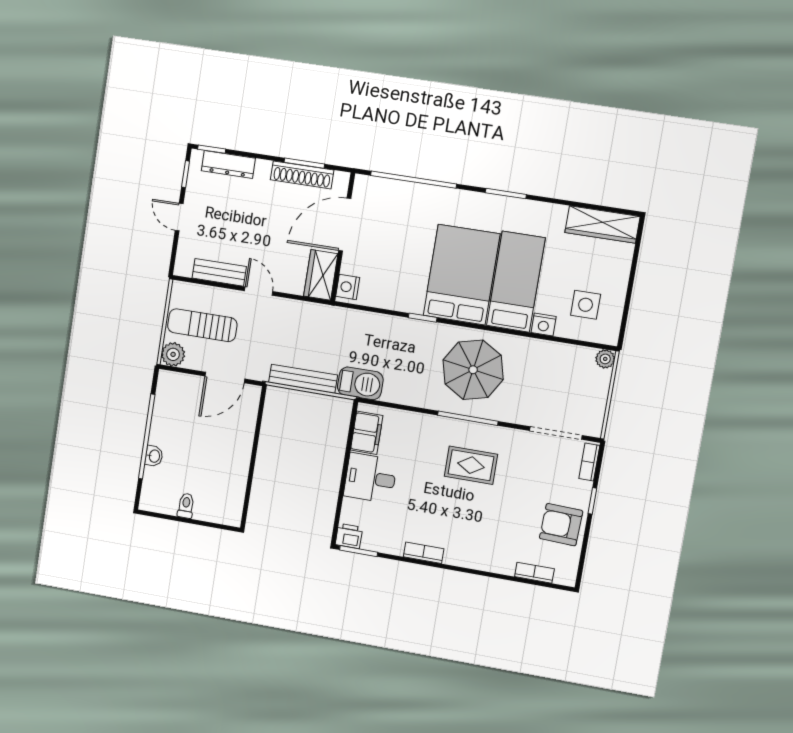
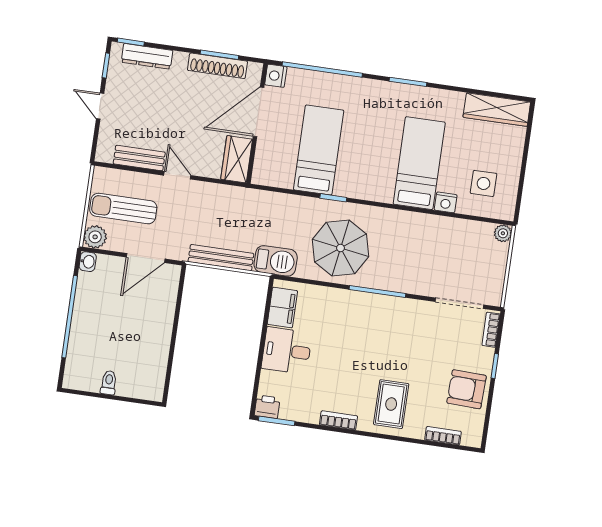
bed: (462, 275) -> (319, 150), moved, width x0.67
nightstand: (348, 287) -> (276, 76), moved
parasol: (473, 370) -> (340, 248), moved
washbasin: (154, 456) -> (88, 262), moved
rug: (471, 465) -> (391, 404), moved, turned 90

